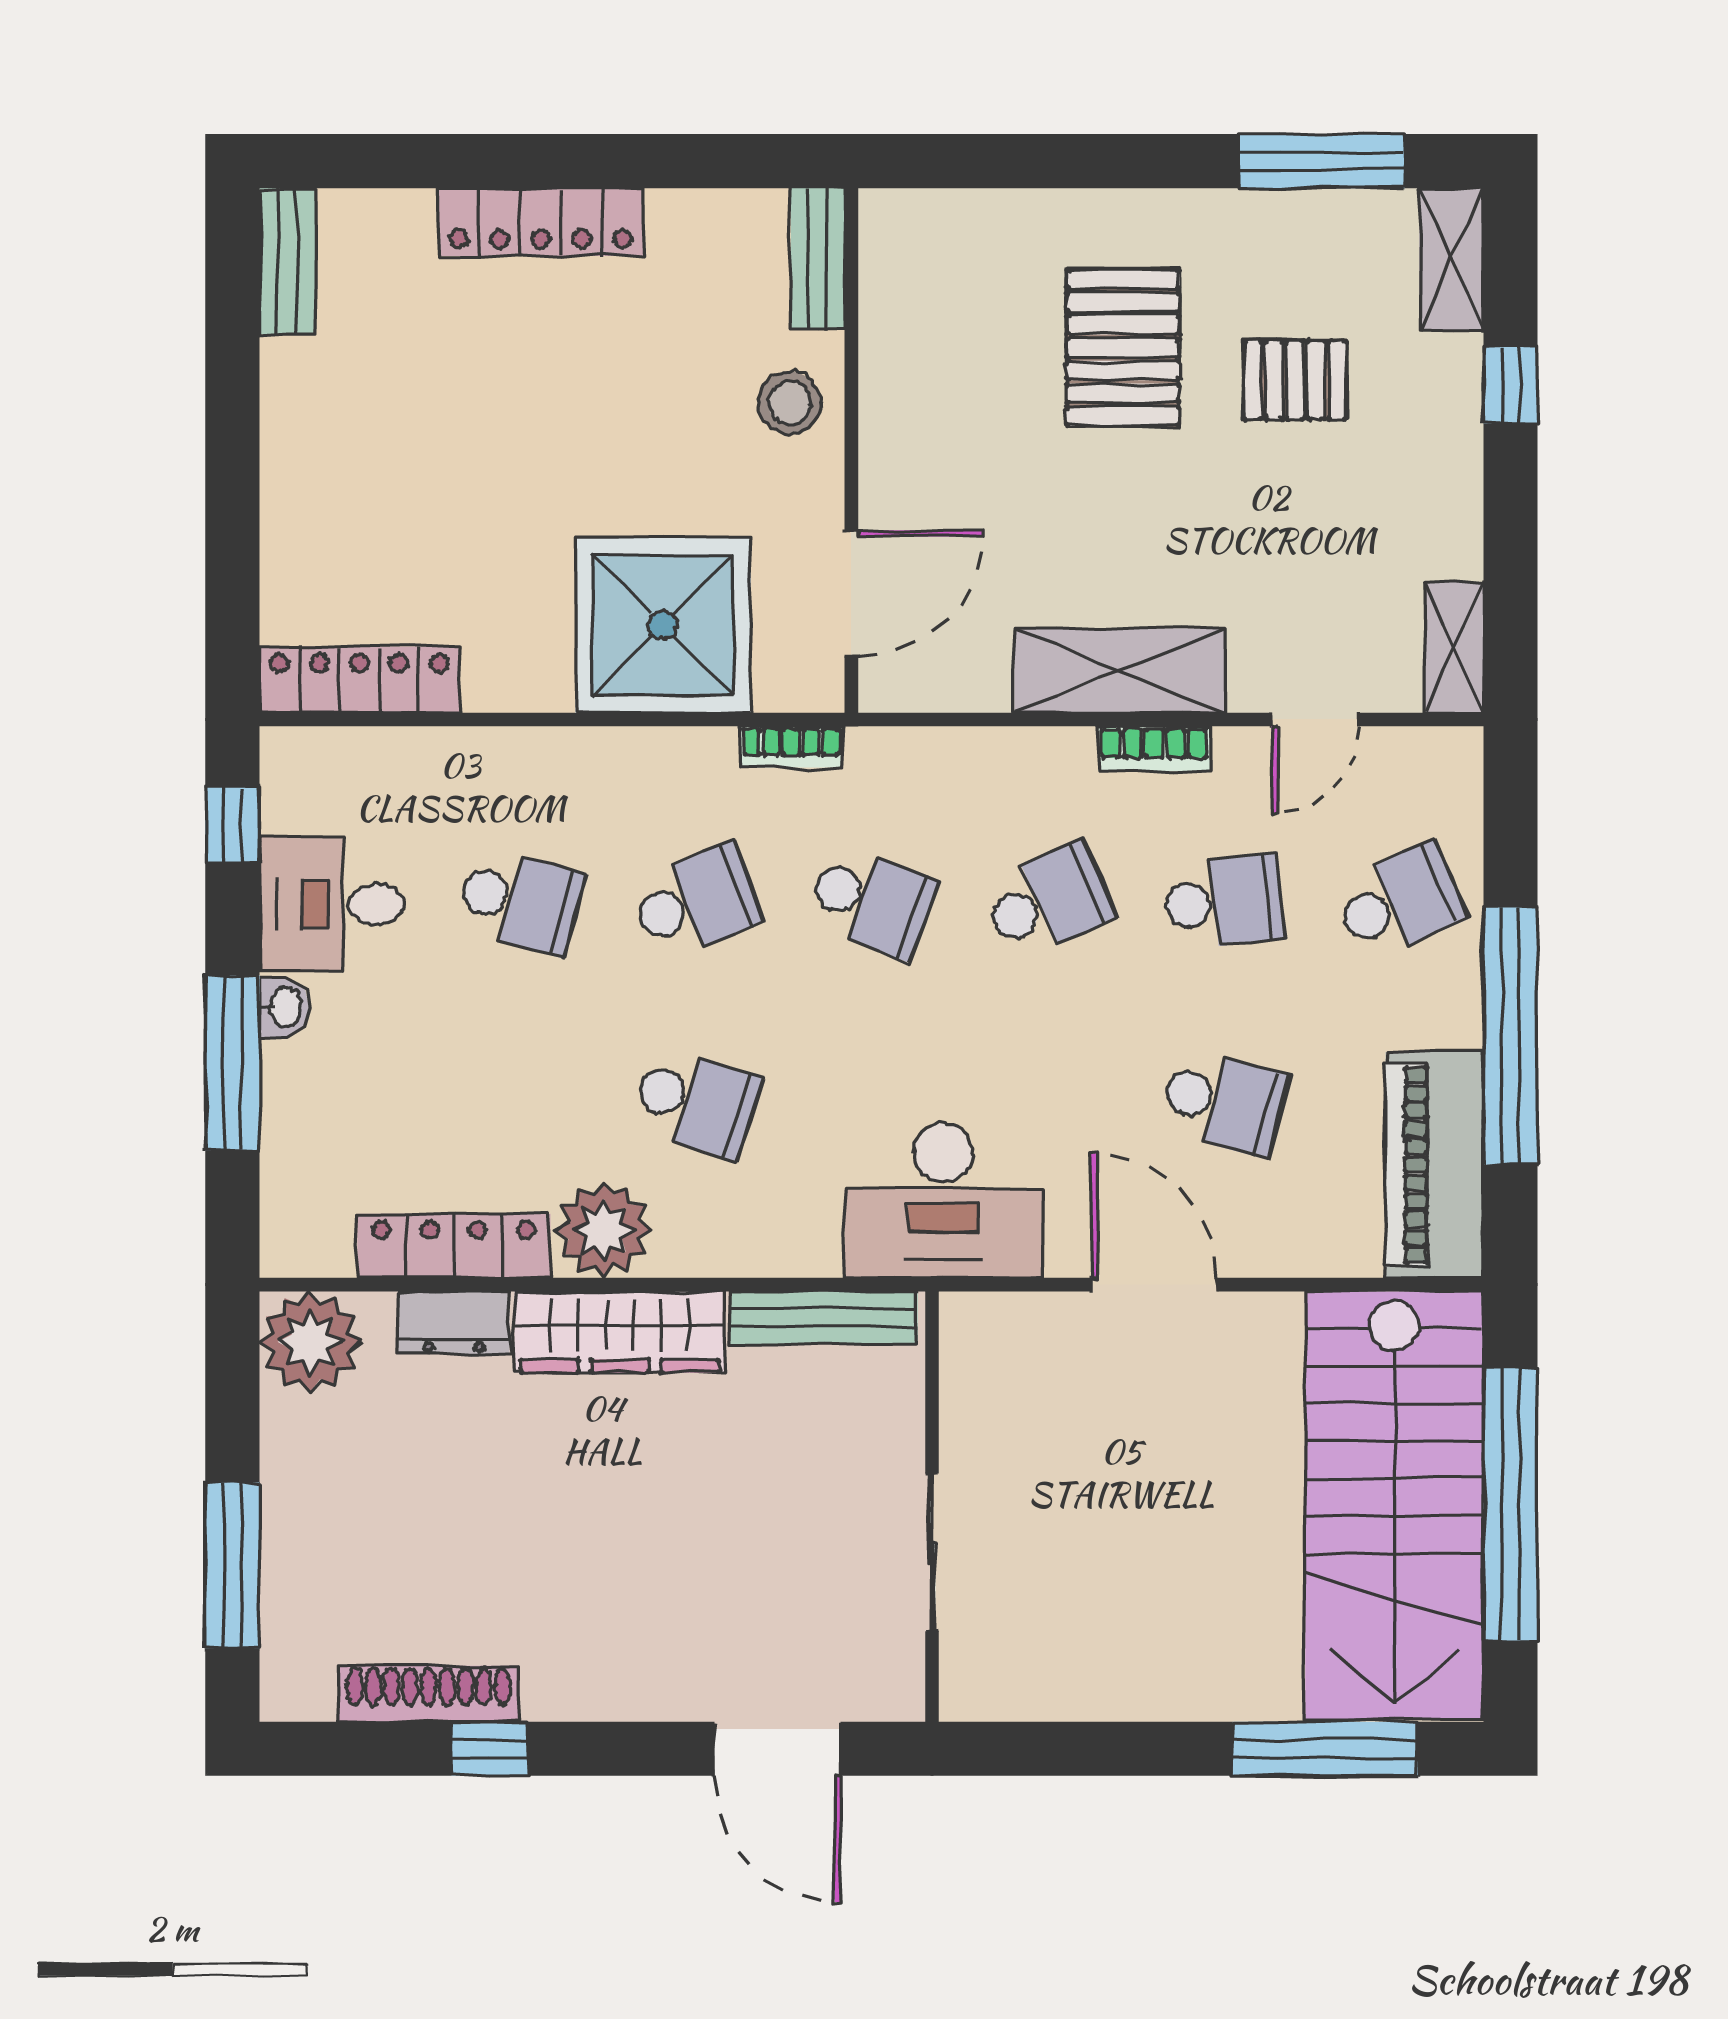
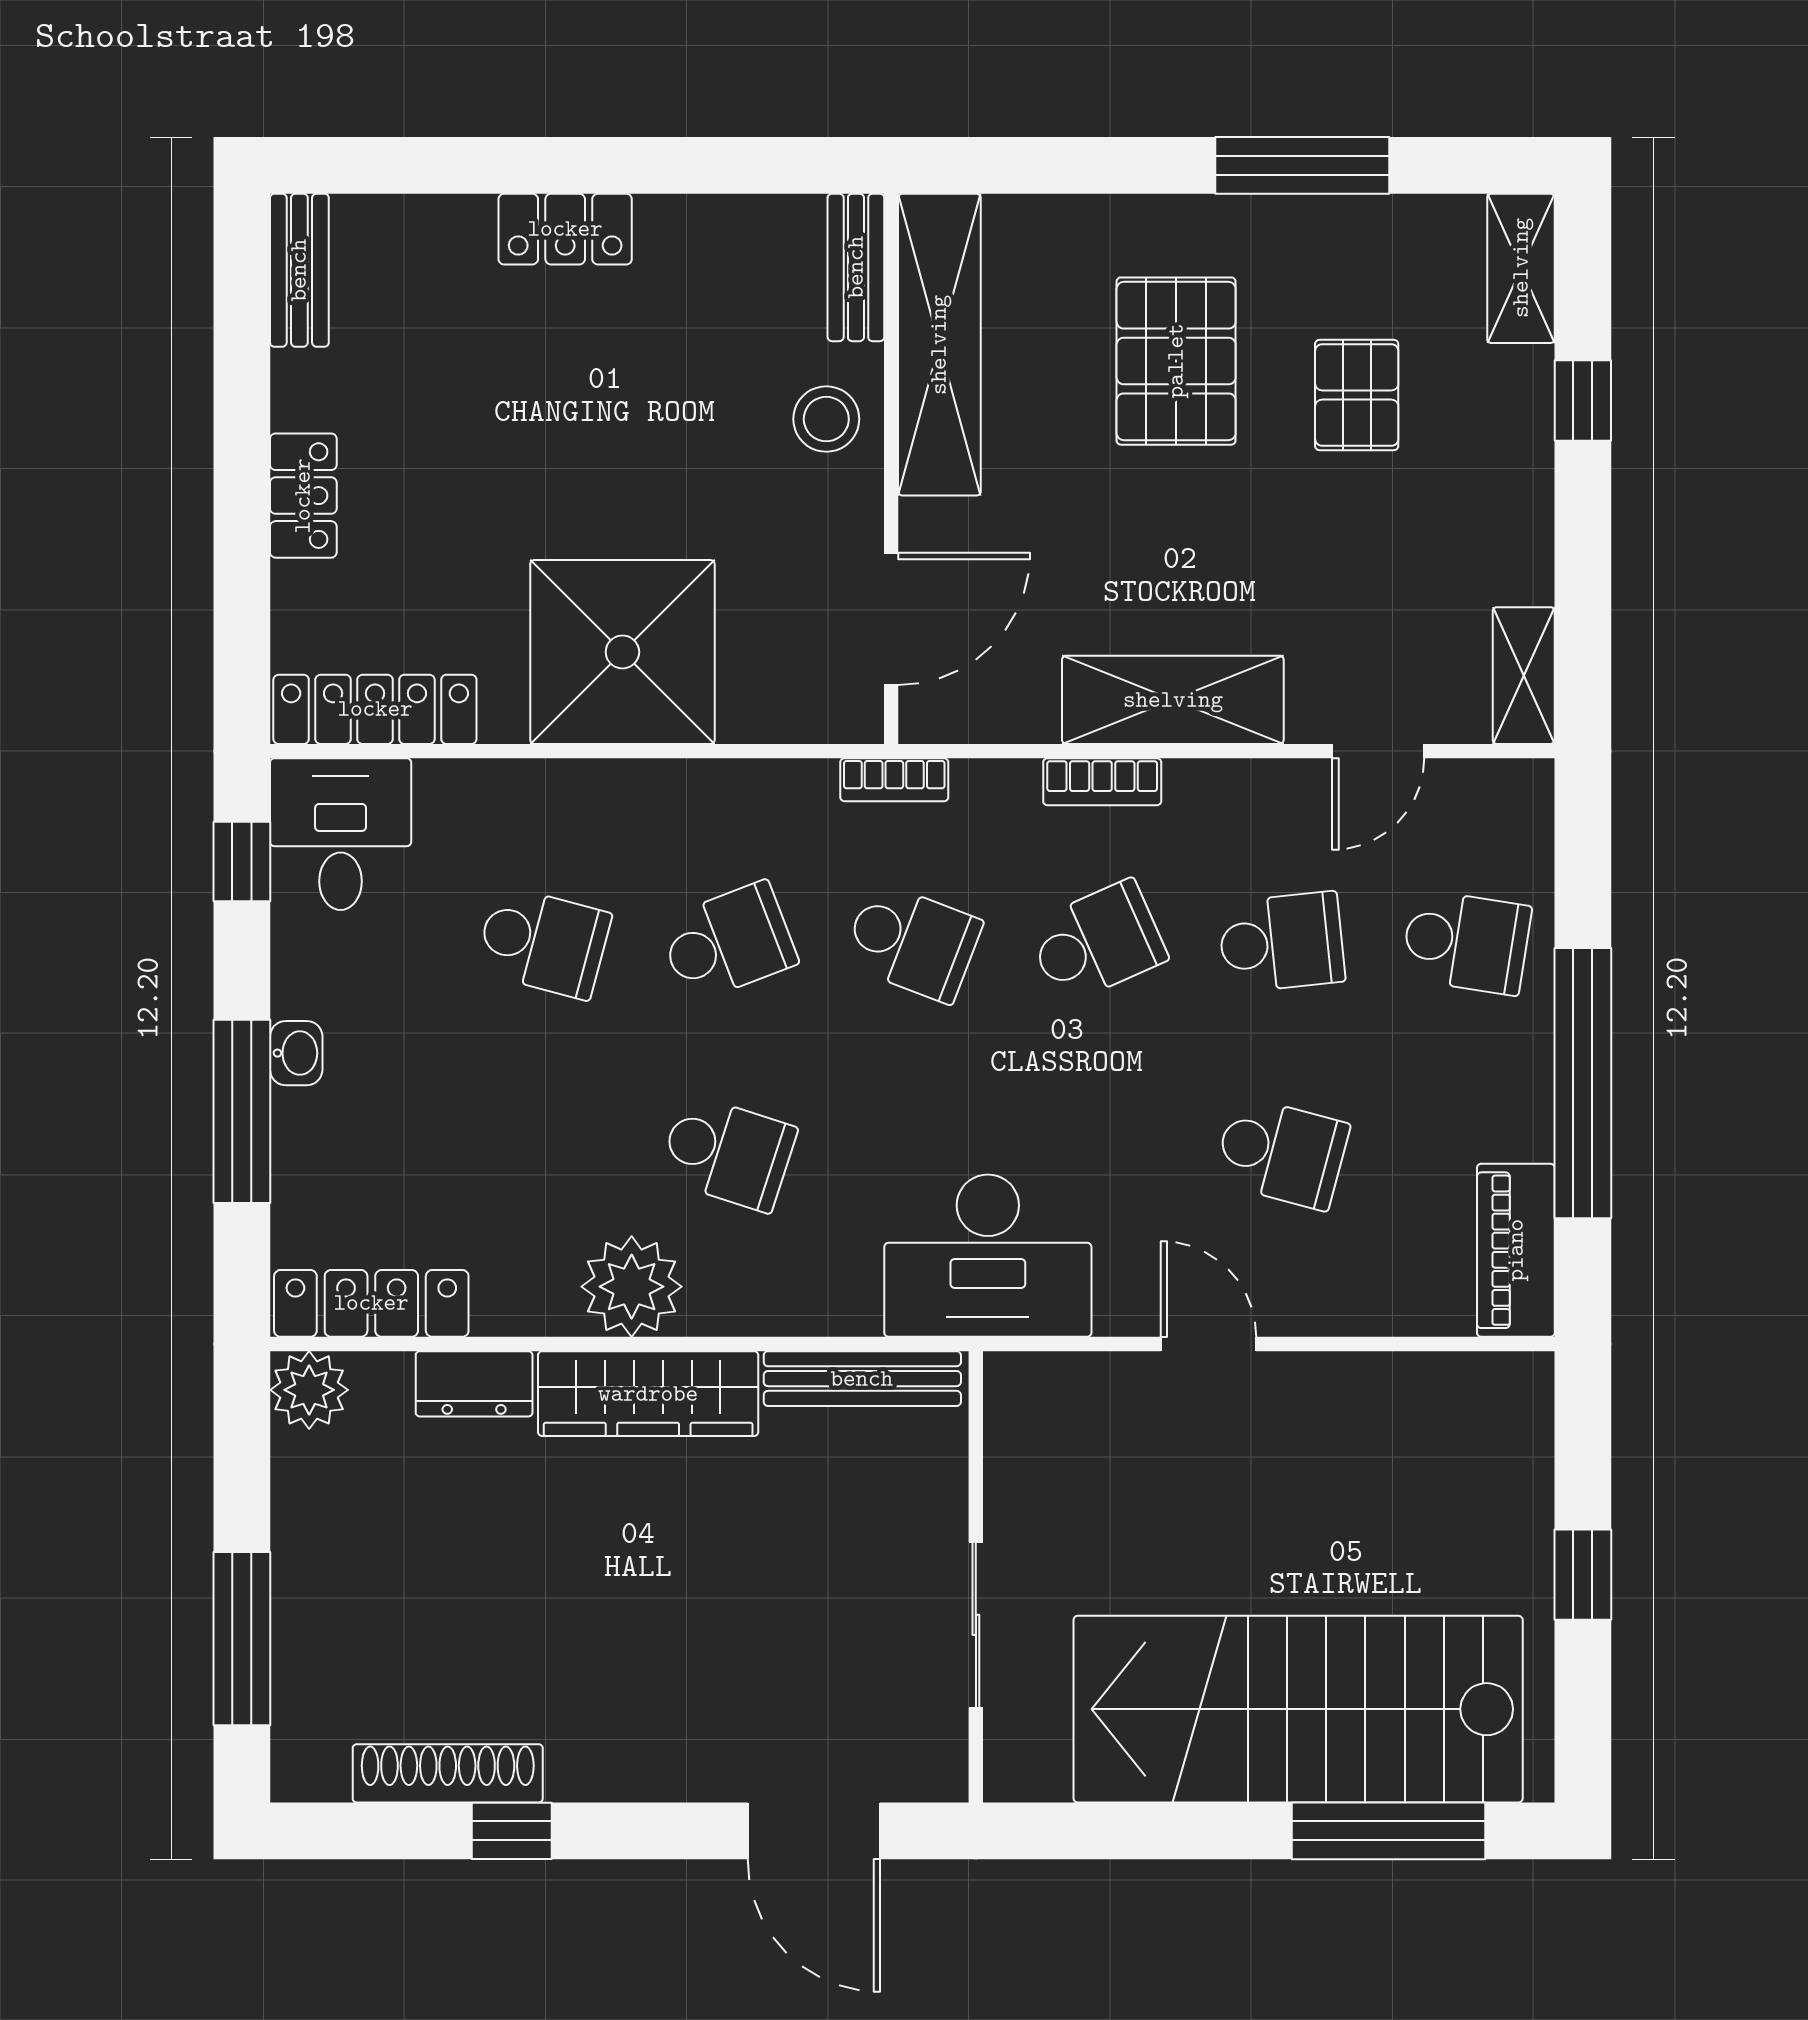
window: (1322, 161) -> (1302, 165), moved
locker: (540, 222) -> (565, 229), width x0.66
shelving: (897, 332) -> (939, 345), added
pallet: (1295, 380) -> (1357, 395), turned 90
locker: (291, 476) -> (303, 496), added
shower: (663, 625) -> (622, 652), moved
bookcase: (791, 747) -> (894, 780), moved
bookcase: (1154, 749) -> (1102, 782), moved
school desk: (1399, 902) -> (1466, 942), turned 33
desk: (332, 904) -> (341, 834), moved, turned 90
piano: (1435, 1165) -> (1516, 1250), width x0.73, depth x0.75
locker: (454, 1246) -> (371, 1303), moved
door: (1154, 1285) -> (1208, 1344), width x0.73
plant: (310, 1342) -> (309, 1390), width x0.73, depth x0.73
window: (1511, 1504) -> (1583, 1575), width x0.32
stairs: (1395, 1505) -> (1298, 1709), moved, turned 90

